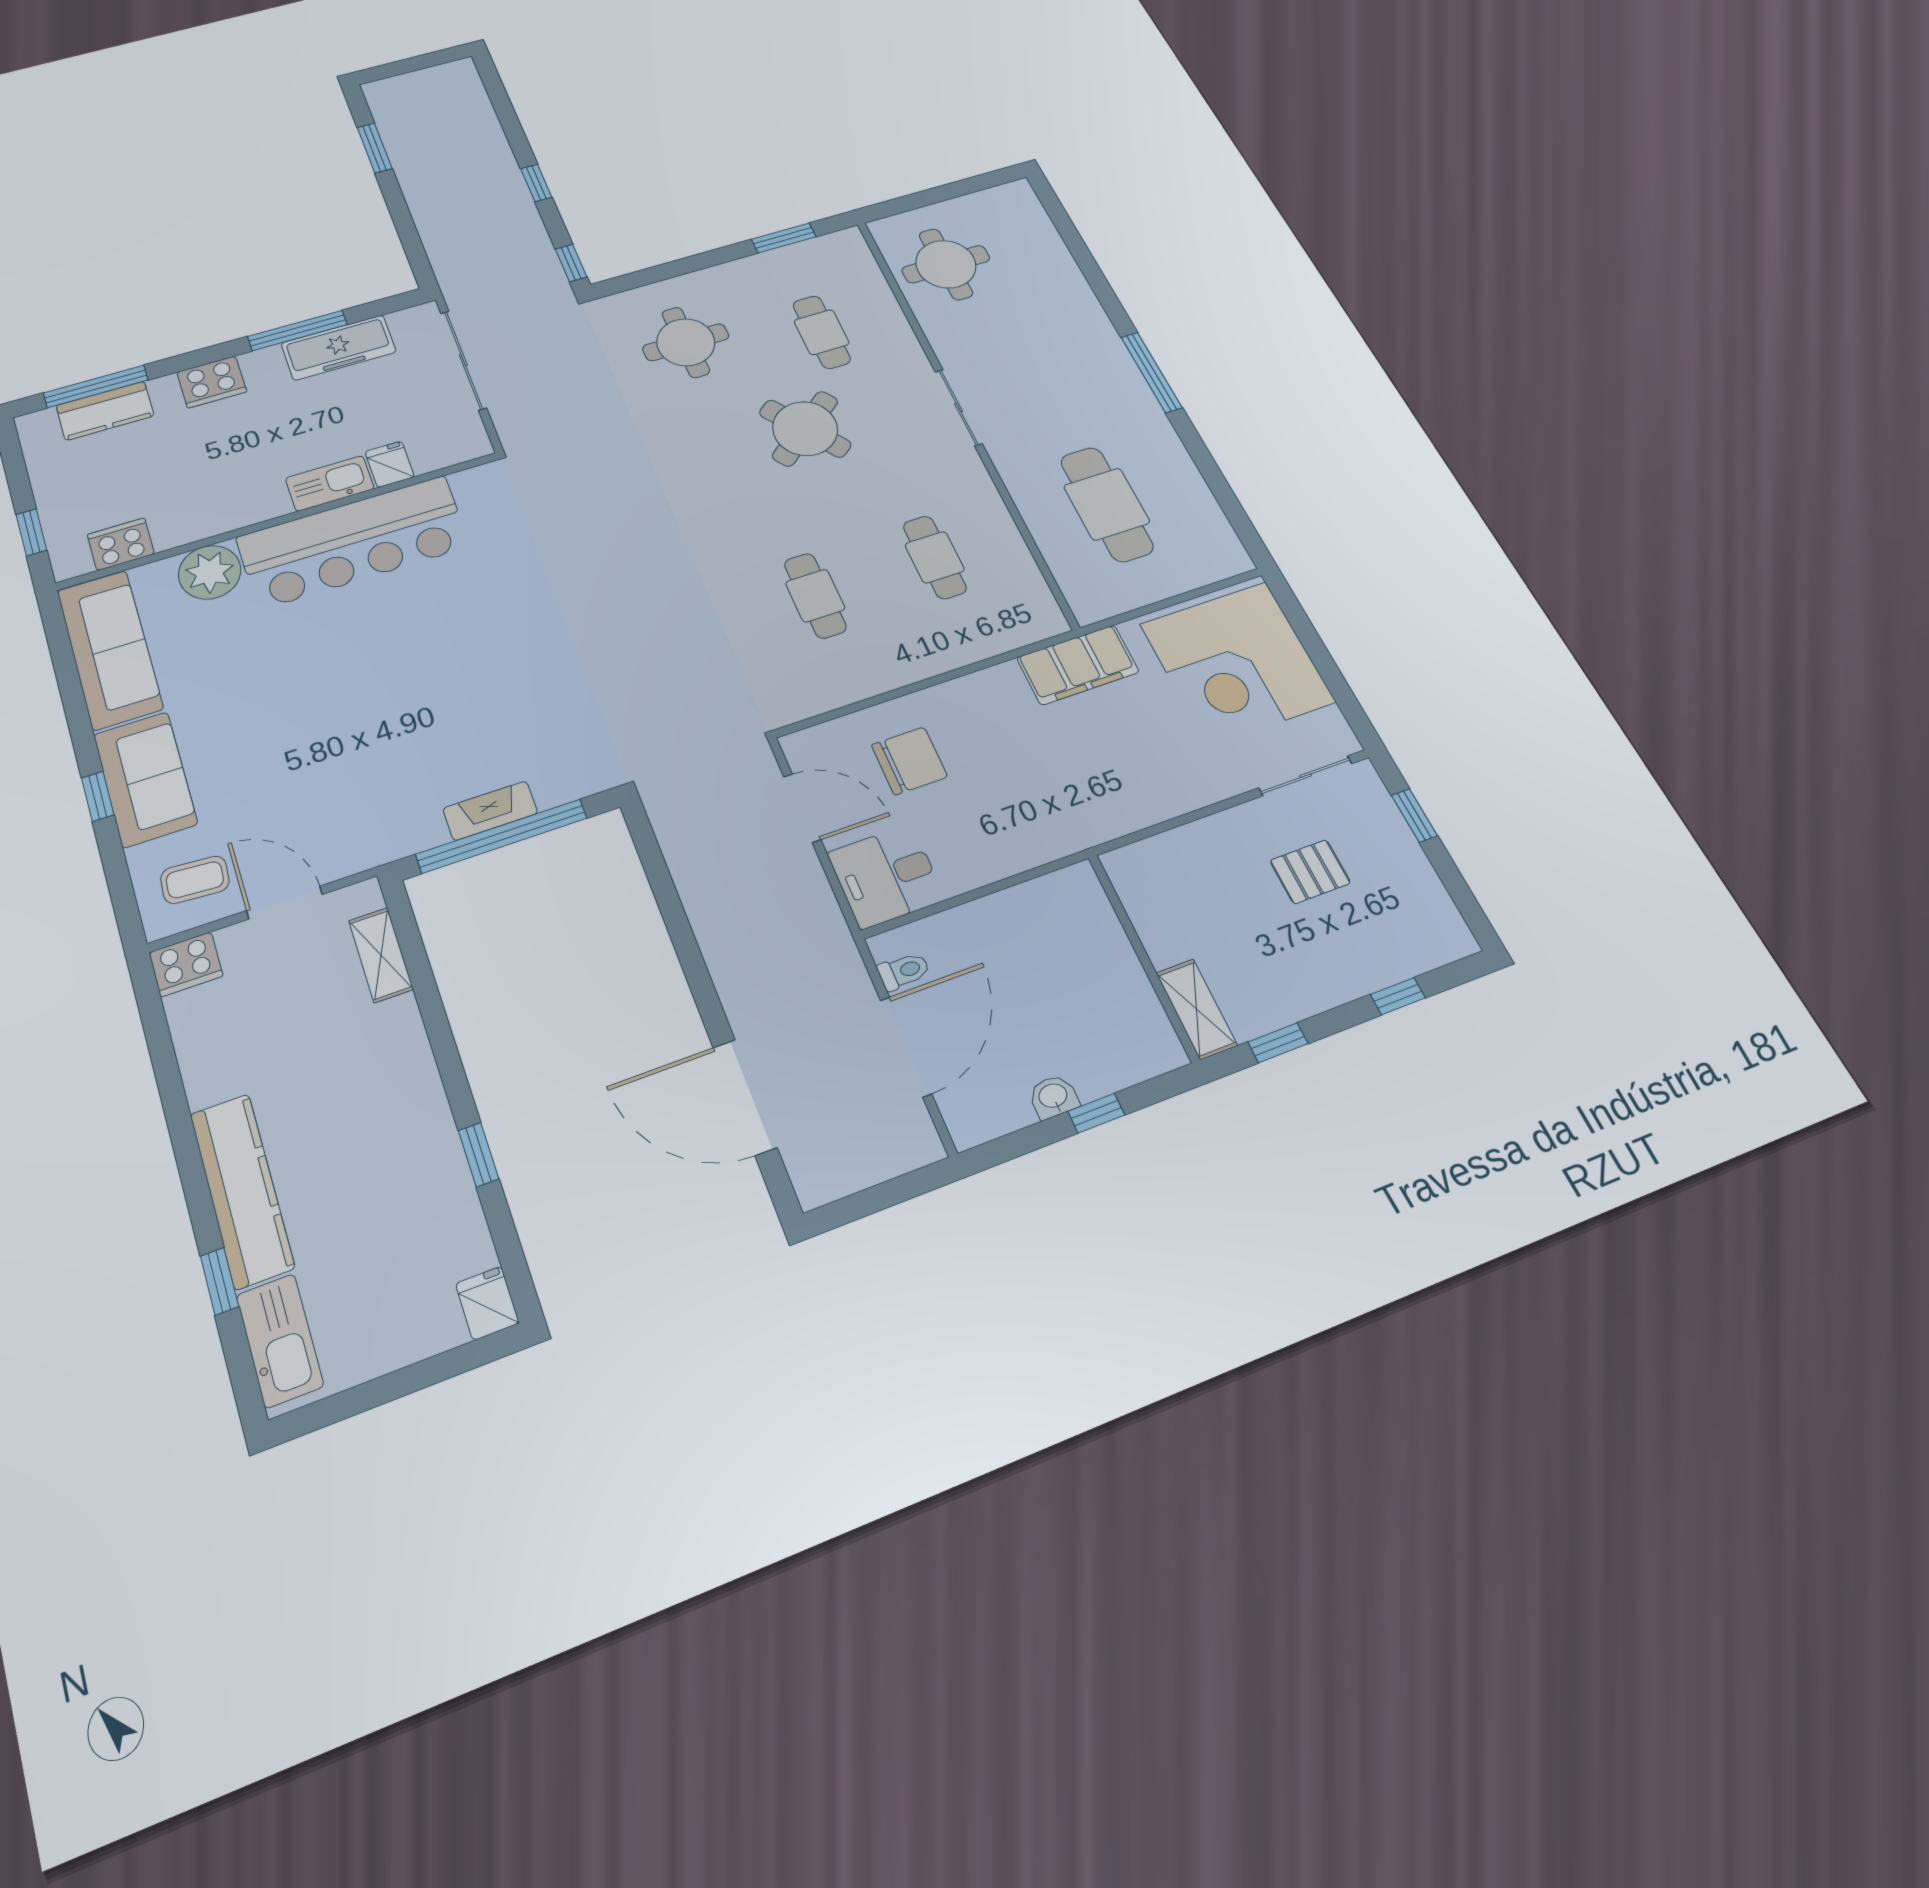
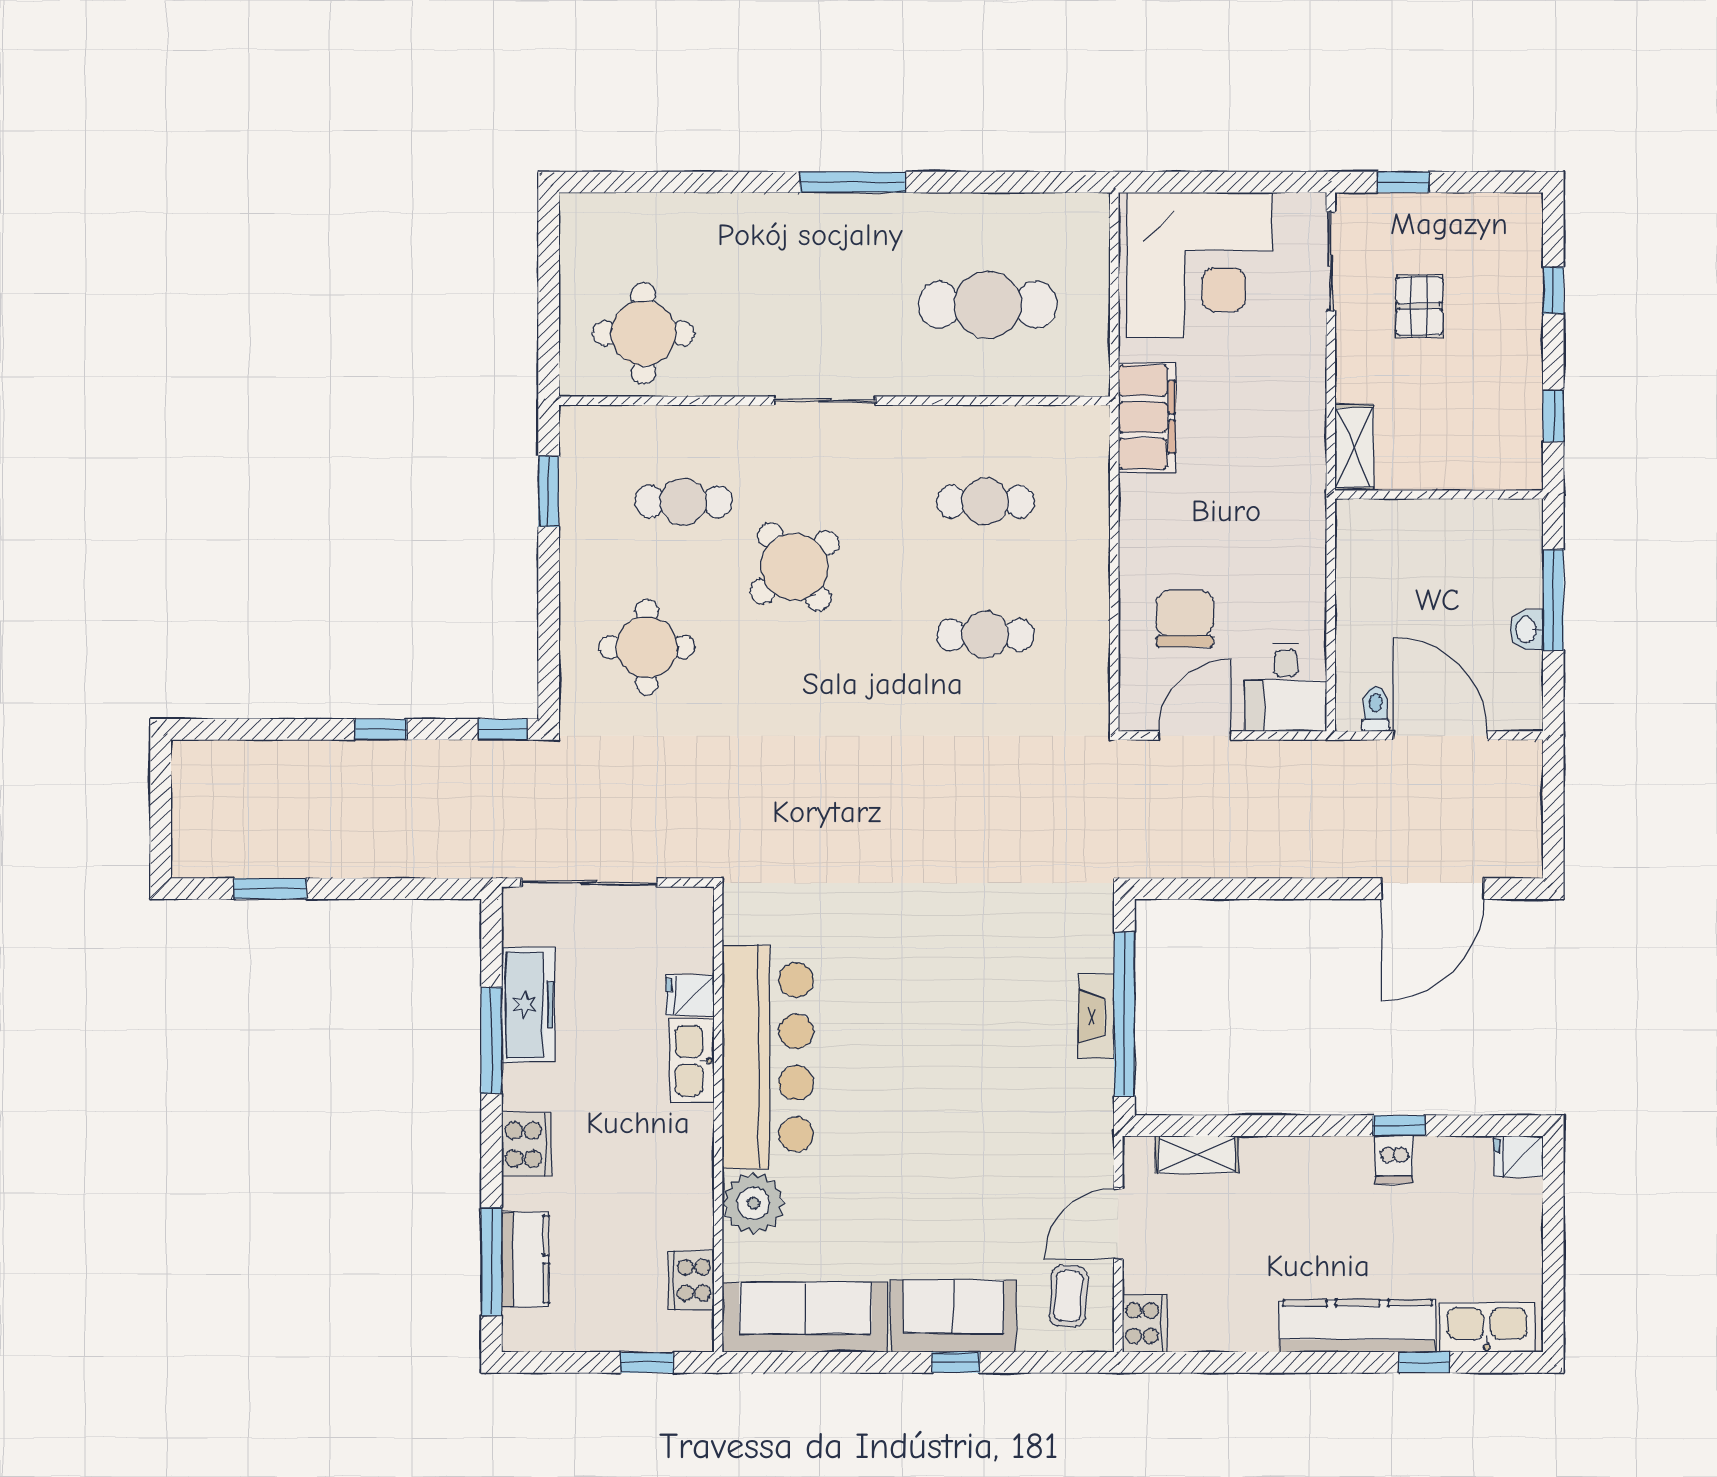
shelving: (1197, 1009) -> (1354, 448), moved, turned 90
window: (1096, 1113) -> (1553, 600), width x2.17
dishwasher: (440, 1163) -> (1394, 1160), added

